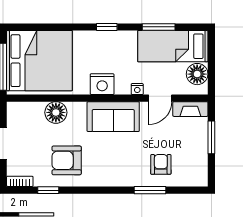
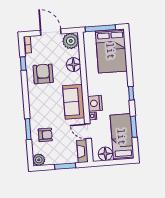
bed: (39, 61) -> (111, 51), width x0.73
nightstand: (102, 84) -> (95, 103), moved
plant: (19, 114) -> (71, 41), added
plant: (199, 177) -> (39, 160), added

